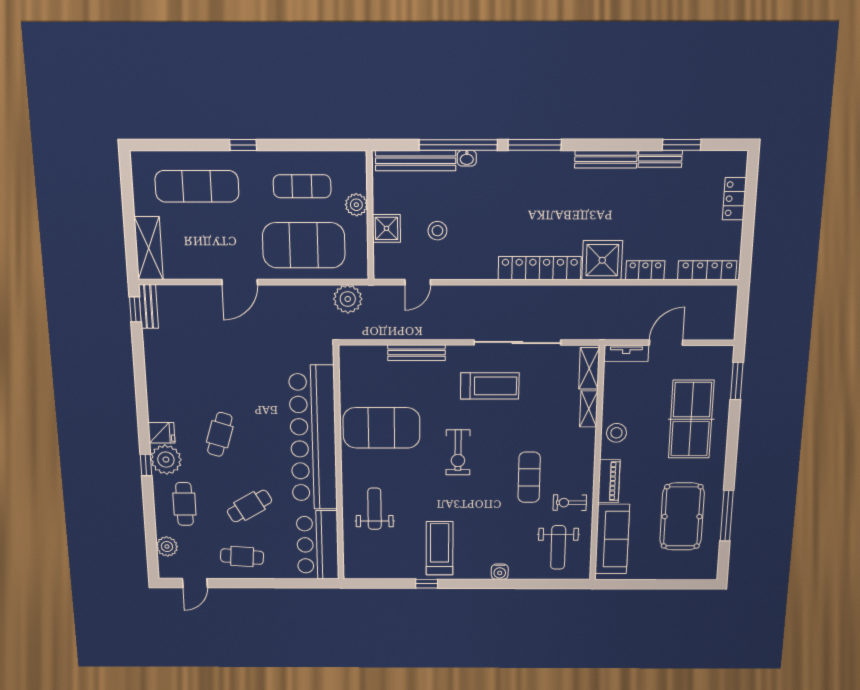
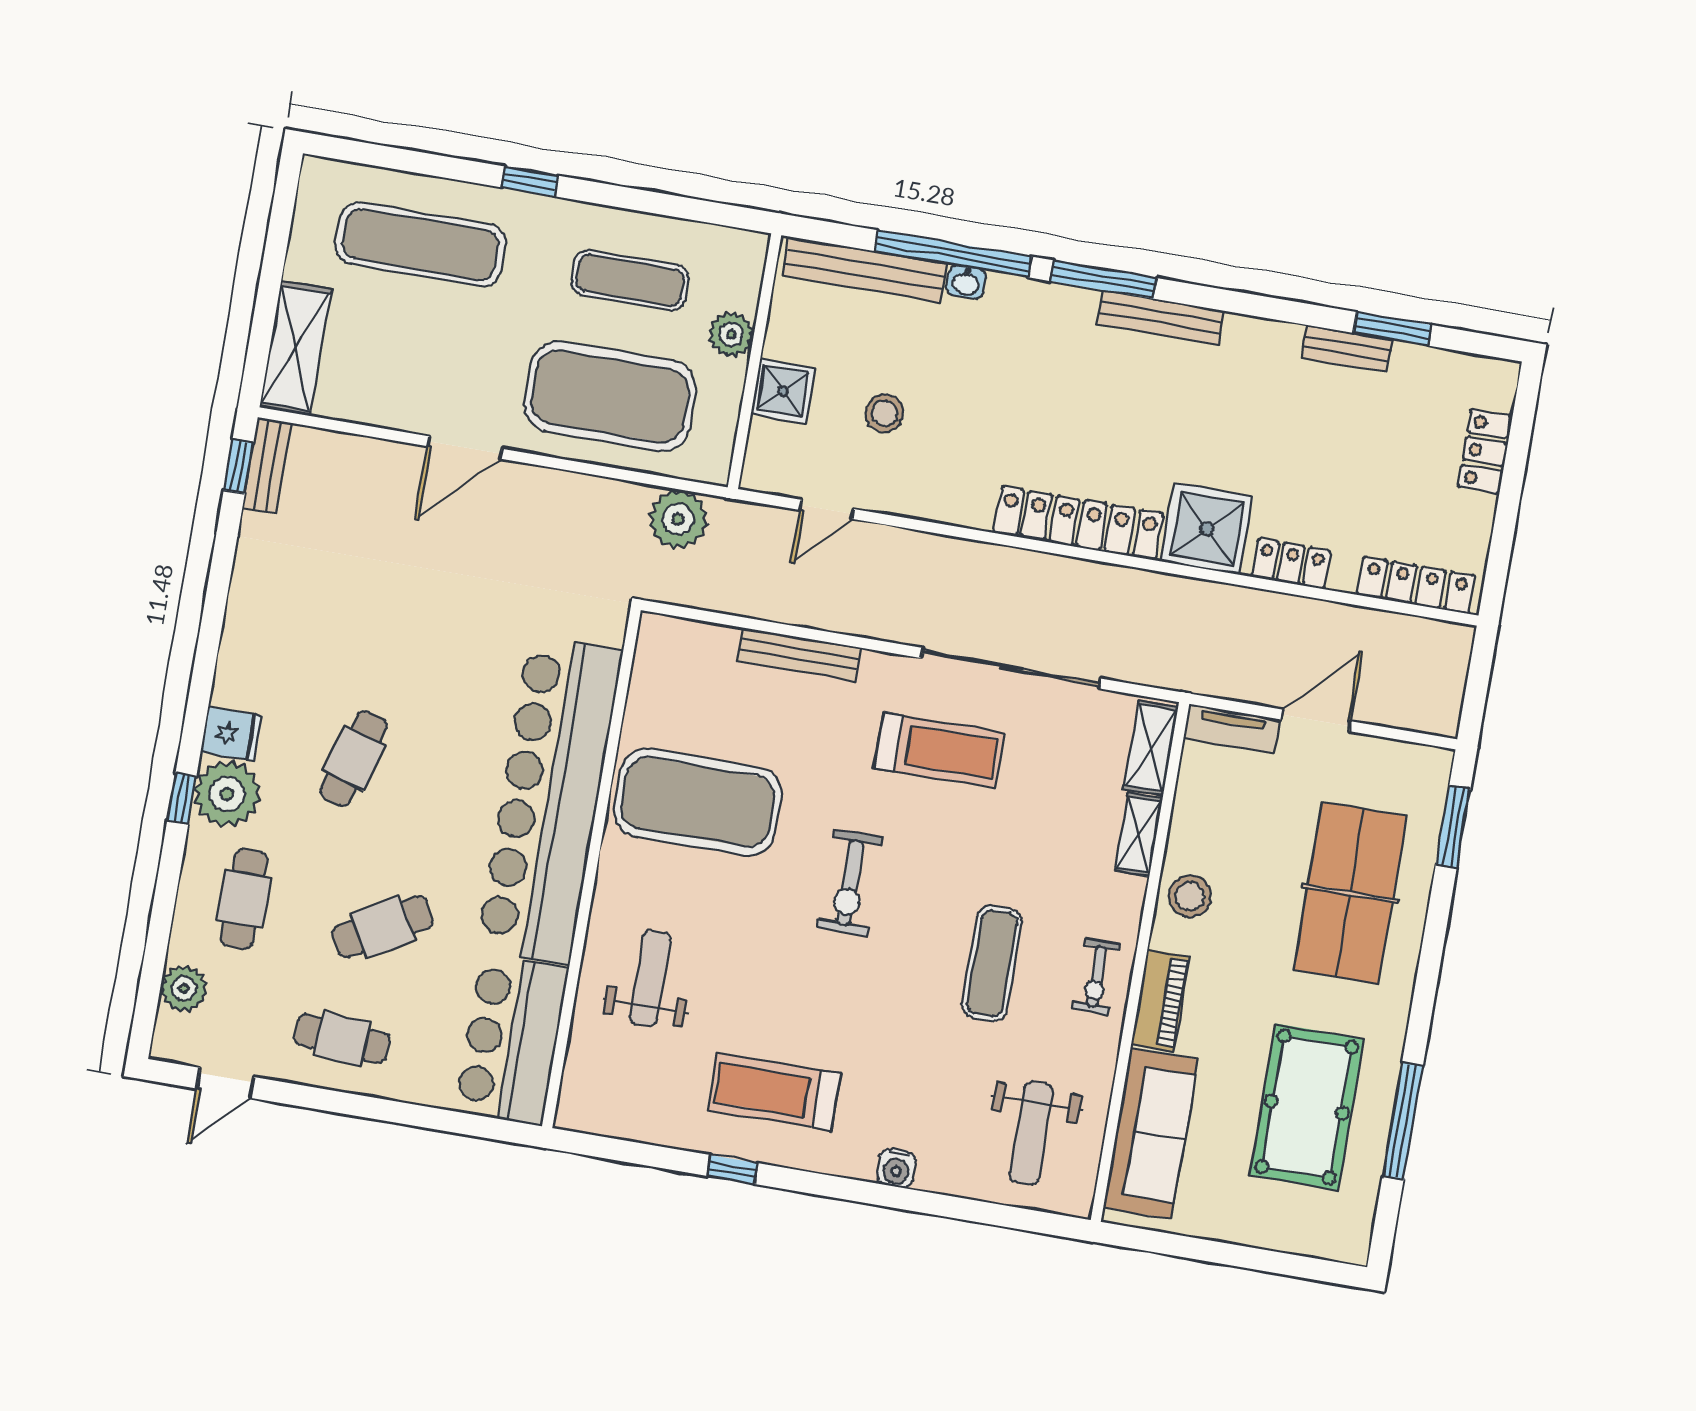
bench: (606, 159) -> (1161, 318), moved
exercise bike: (570, 503) -> (1097, 977), moved, turned -90
treadmill: (440, 548) -> (775, 1092), turned -90

